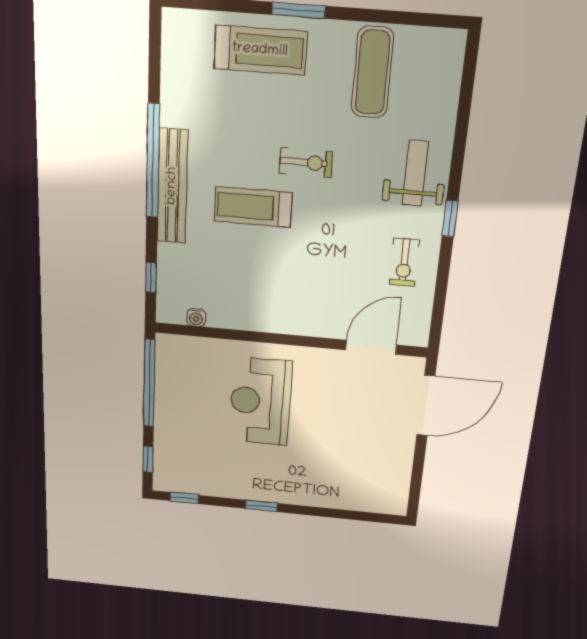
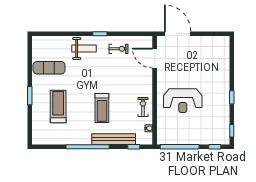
treadmill: (260, 50) -> (58, 107), moved
exercise bike: (306, 162) -> (143, 107), moved
weight bench: (415, 173) -> (84, 49), turned 180
bench: (172, 186) -> (114, 139), moved

